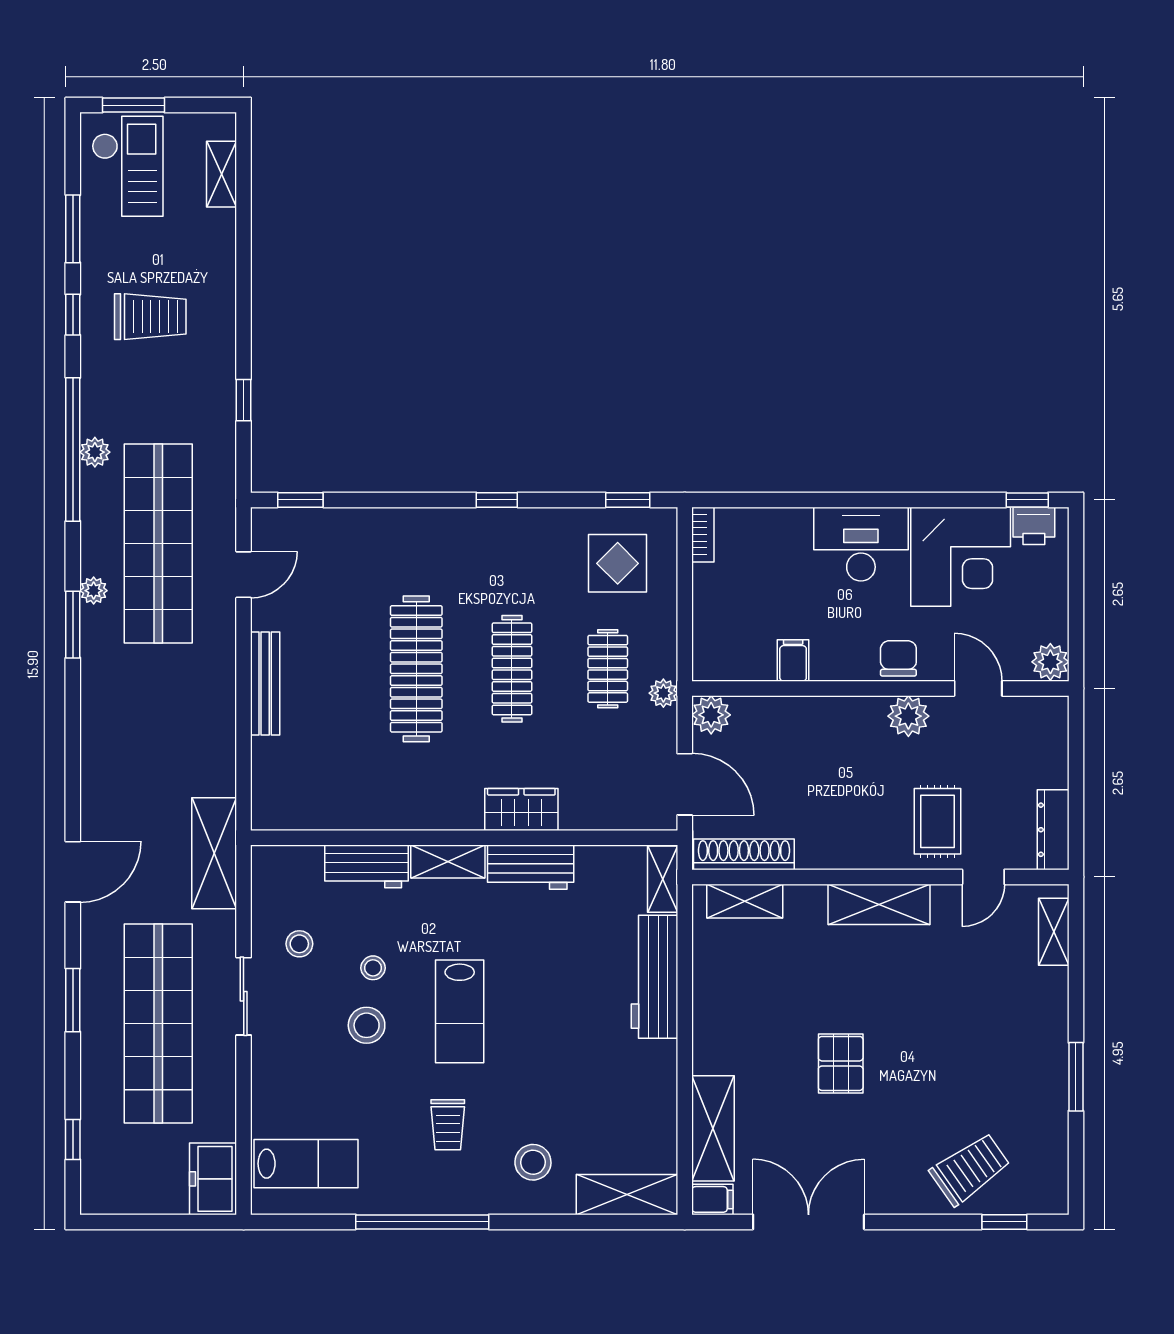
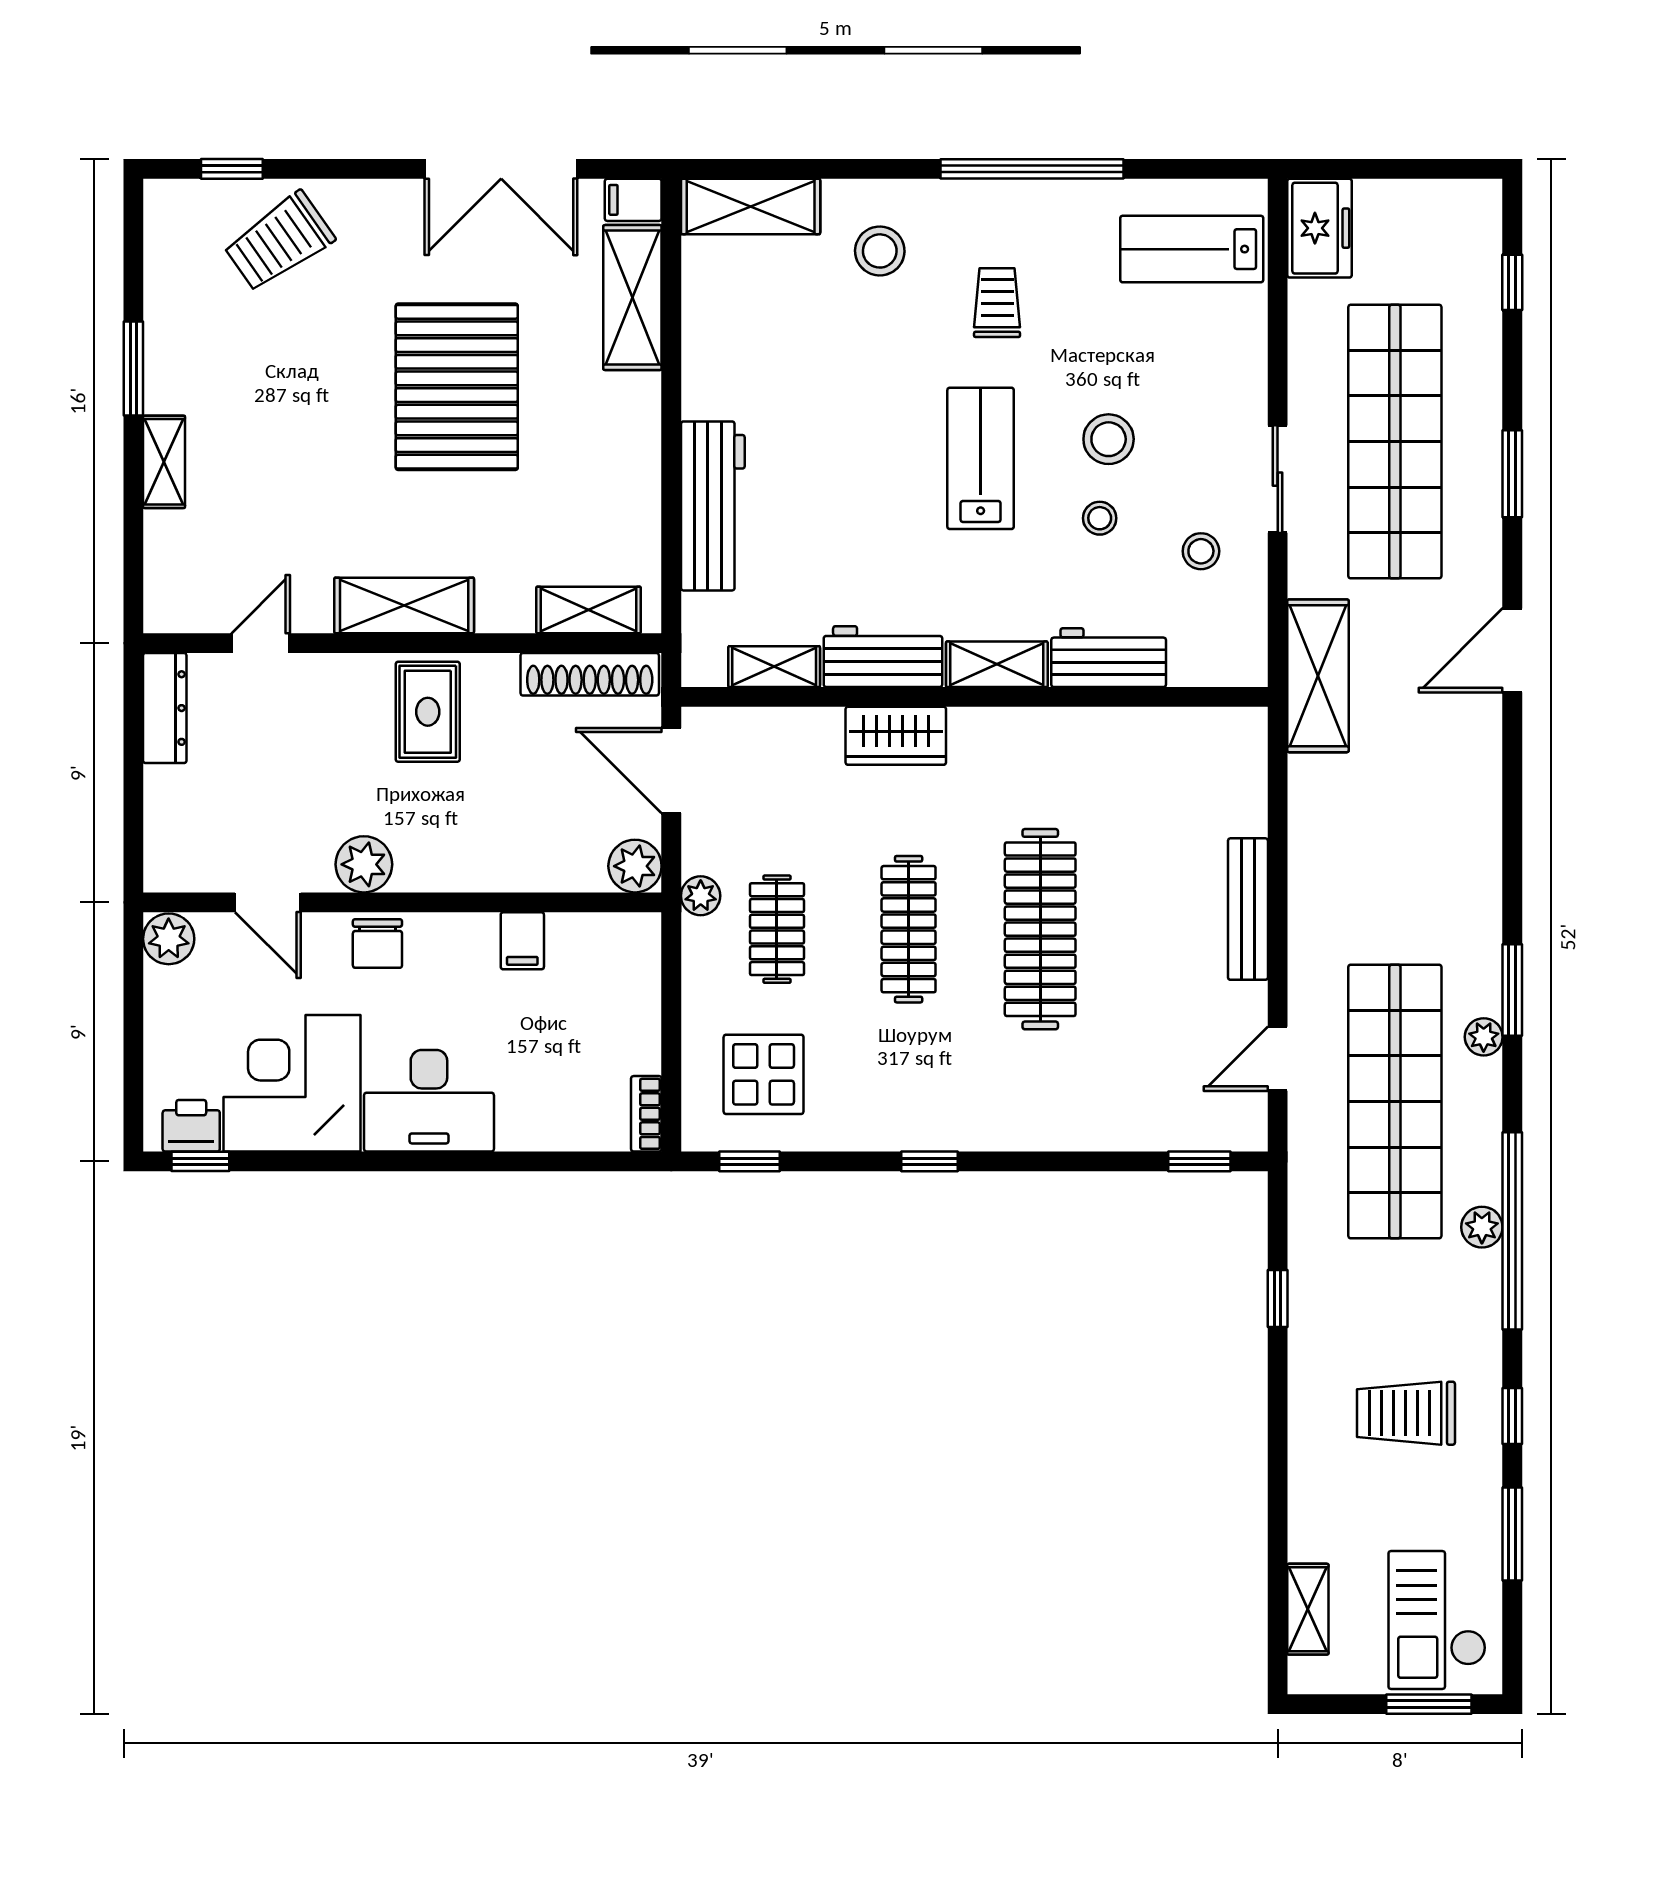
rug: (937, 821) -> (428, 712), moved
shelving: (663, 879) -> (774, 667), moved, turned 90
shelving: (1054, 932) -> (164, 462), moved
pallet: (841, 1063) -> (457, 387), width x2.05, depth x2.00

